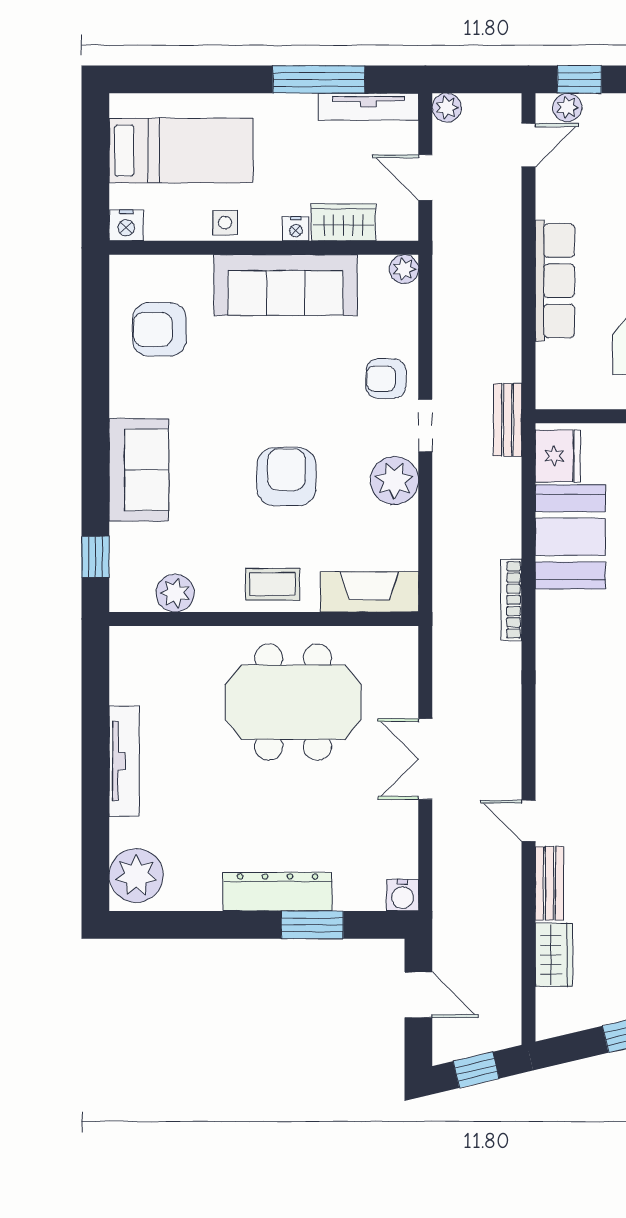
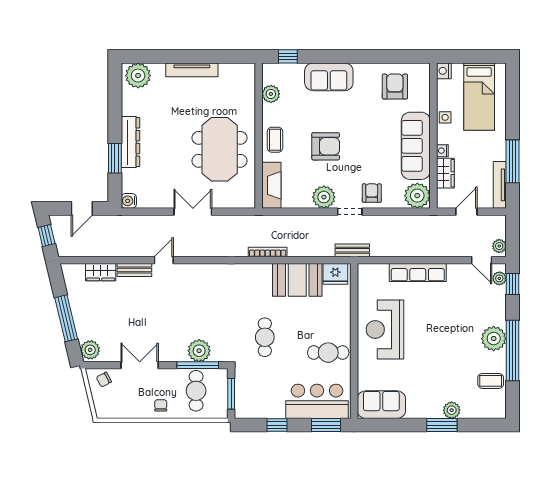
plant: (447, 108) -> (499, 246), moved
plant: (404, 269) -> (417, 196), width x1.88, depth x1.88

